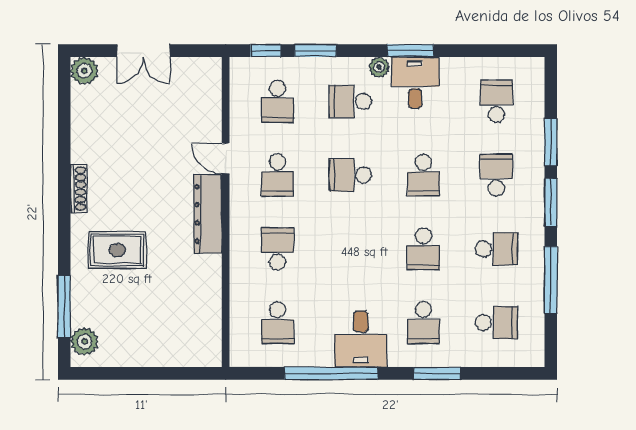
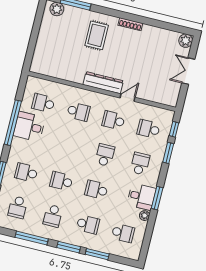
plant: (379, 67) -> (145, 216), moved
desk: (361, 339) -> (29, 127), moved

